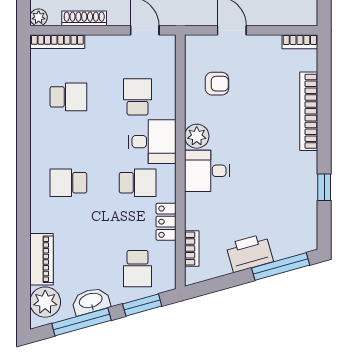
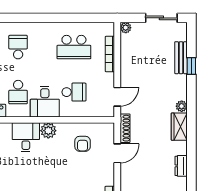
shoe rack: (84, 18) -> (125, 128), moved
bookcase: (57, 42) -> (110, 54), moved
school desk: (68, 97) -> (74, 47), width x1.85

